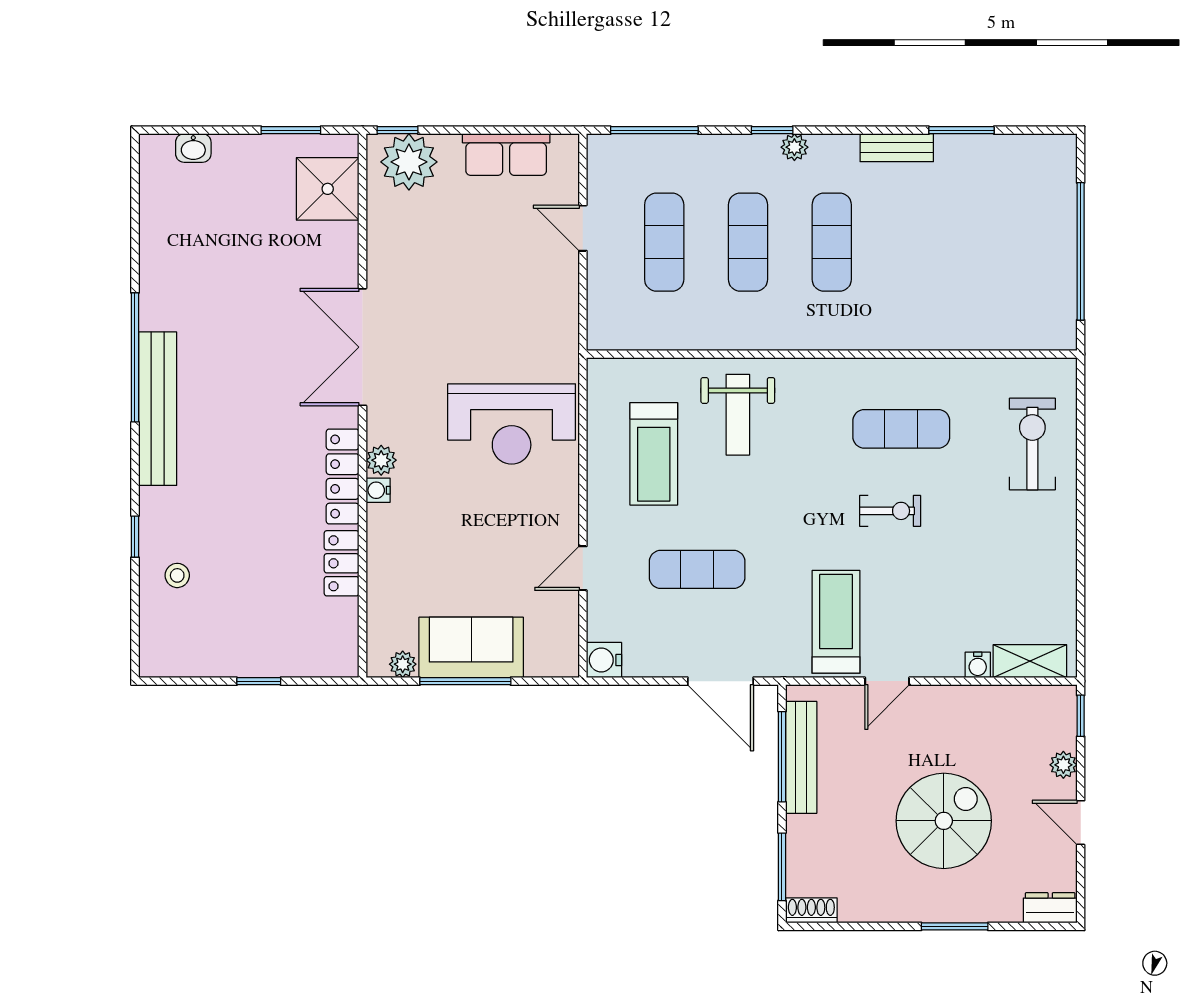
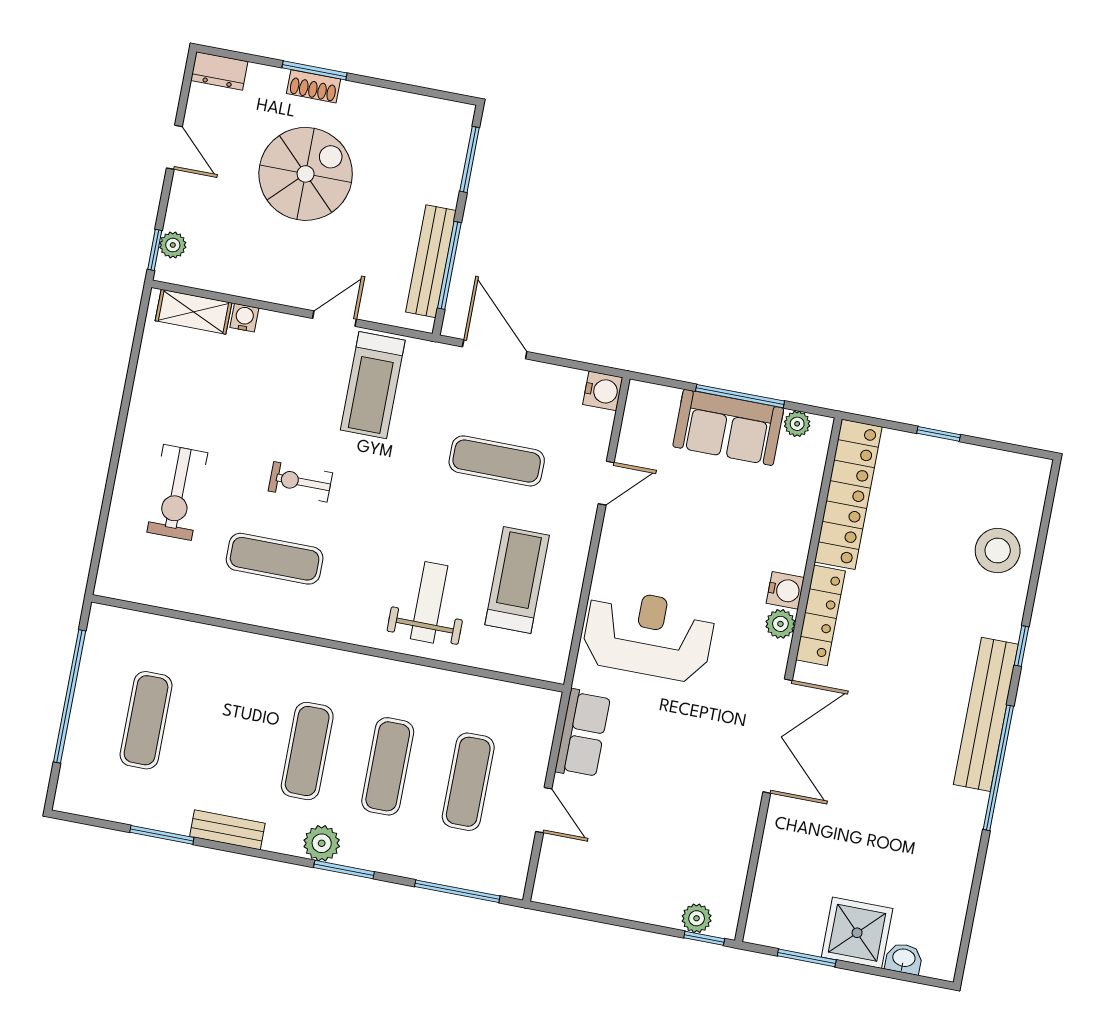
window: (772, 130) -> (344, 870), width x1.50
plant: (794, 147) -> (322, 843), width x1.38, depth x1.38
row of seats: (506, 155) -> (583, 734), moved, turned 90
plant: (409, 162) -> (697, 918), width x0.53, depth x0.53
shower: (328, 189) -> (857, 933), moved
exercise mat: (999, 242) -> (146, 720), added
exercise bike: (1032, 444) -> (177, 492), moved
water cooler: (378, 490) -> (785, 590), width x1.38, depth x1.38
window: (135, 537) -> (1022, 646), moved
locker: (342, 563) -> (848, 494), width x2.16, depth x1.21
stool: (177, 575) -> (998, 551), width x1.89, depth x1.89
plant: (1063, 765) -> (173, 245), moved
spiral stairs: (944, 821) -> (306, 174), turned 180
shoe rack: (811, 910) -> (313, 86), moved

